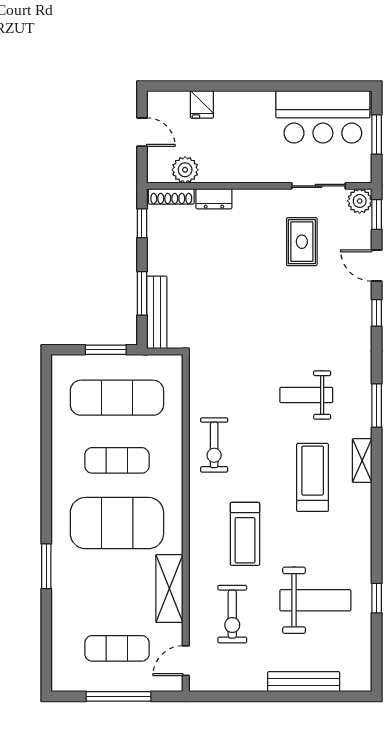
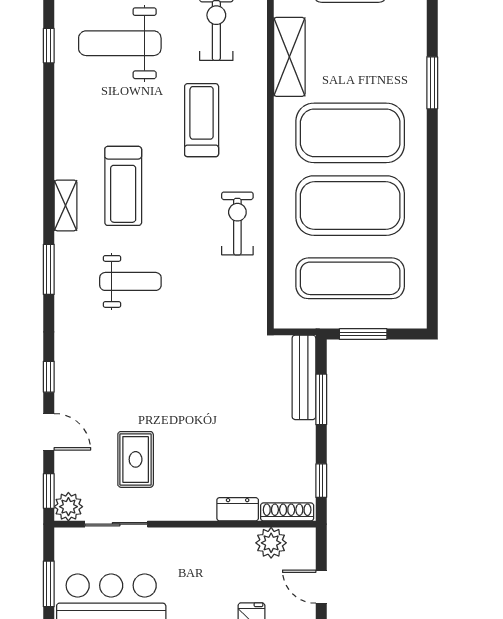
exercise mat: (117, 460) -> (350, 206), width x2.00, depth x1.45

